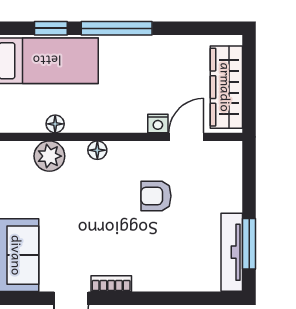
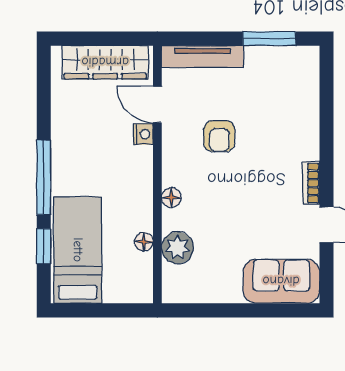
tv unit: (232, 252) -> (202, 57), moved

